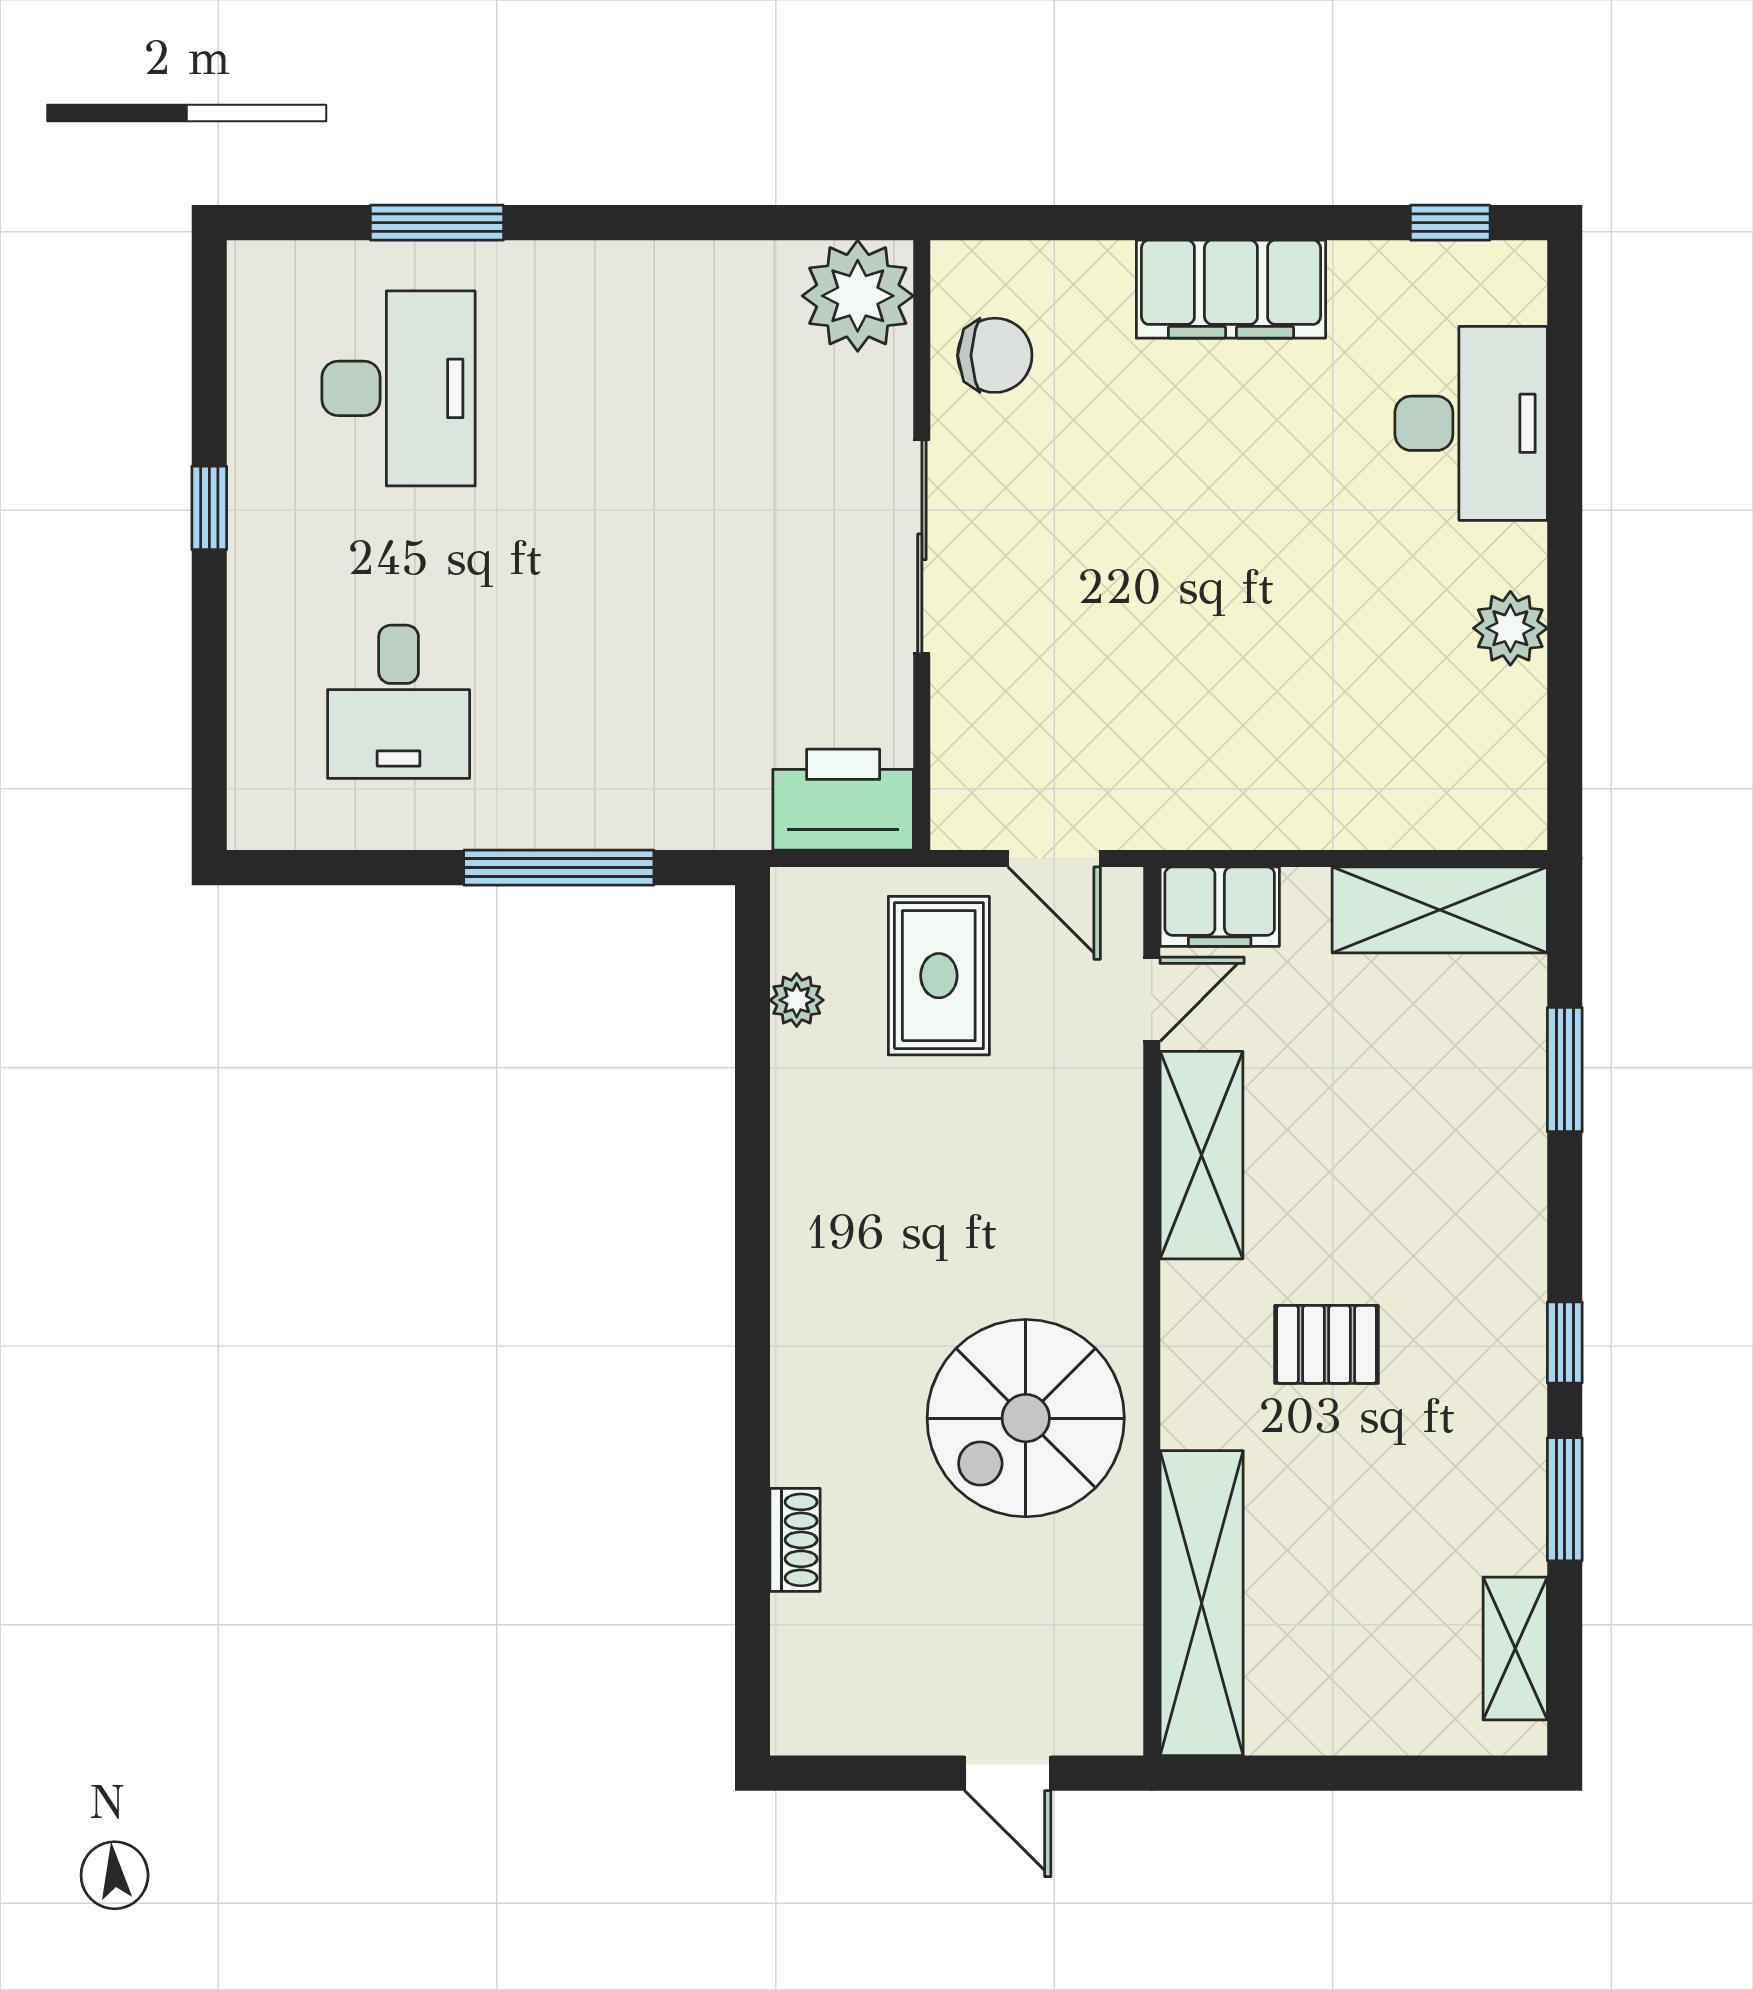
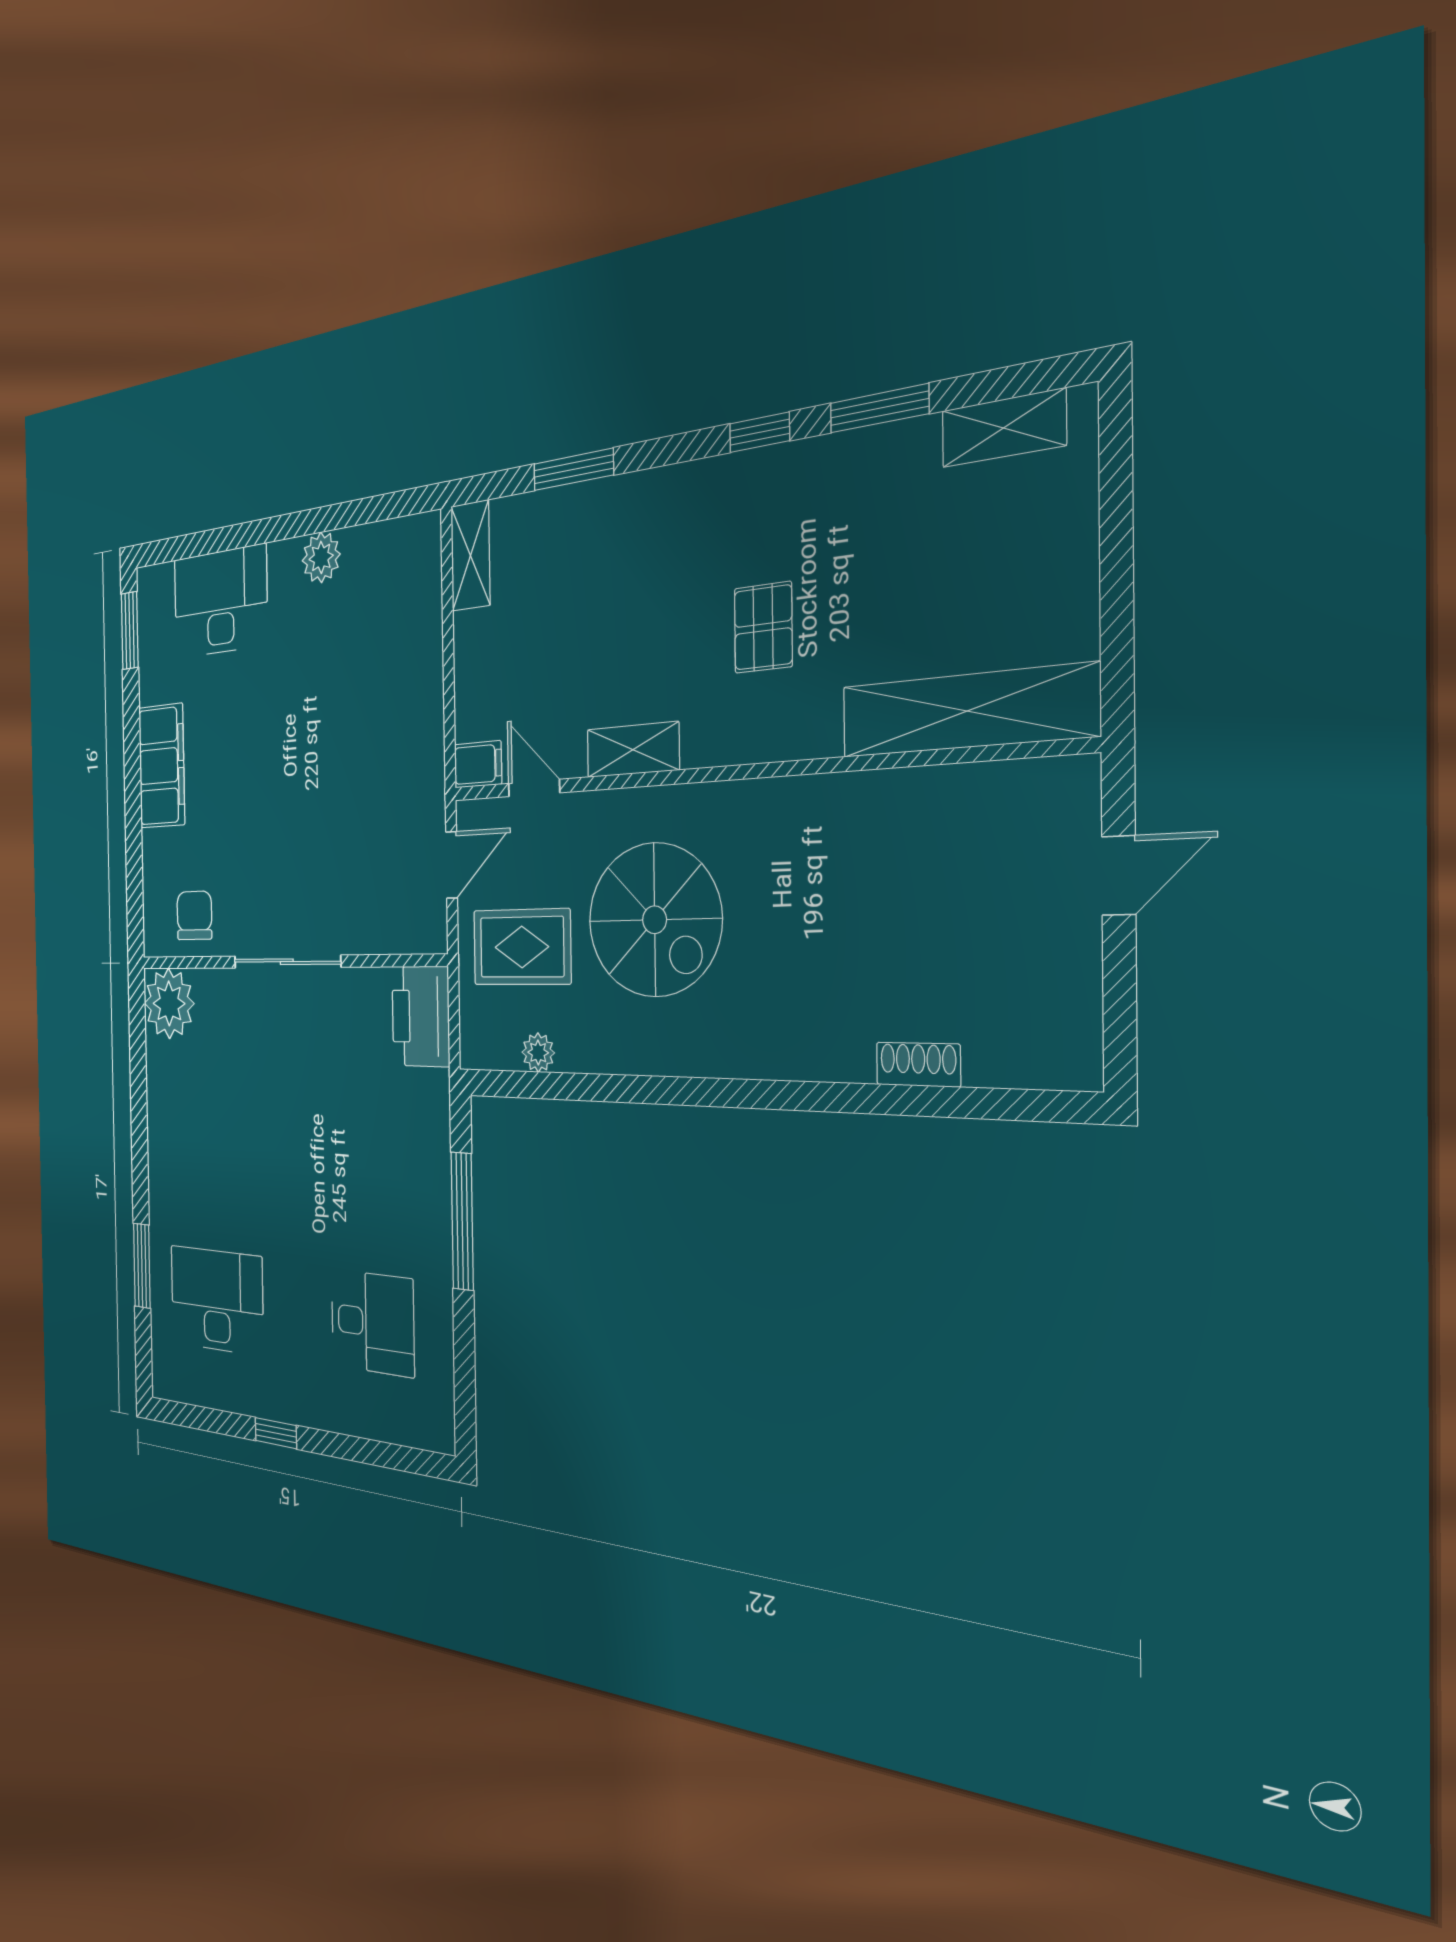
window: (1450, 223) -> (130, 631), width x1.50
filing cabinet: (1220, 907) -> (478, 764), width x0.50
shelving: (1440, 910) -> (470, 556), width x0.67, depth x0.75
shelving: (1202, 1155) -> (633, 750), width x0.67, depth x0.75
spiral stairs: (1026, 1418) -> (655, 920), moved

